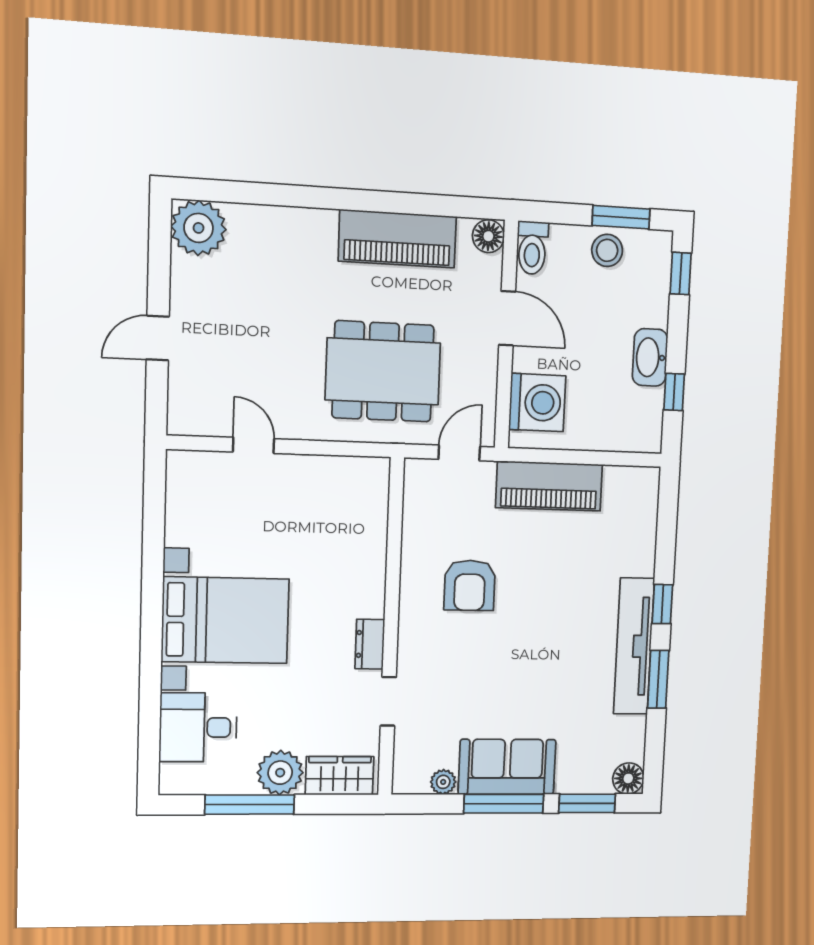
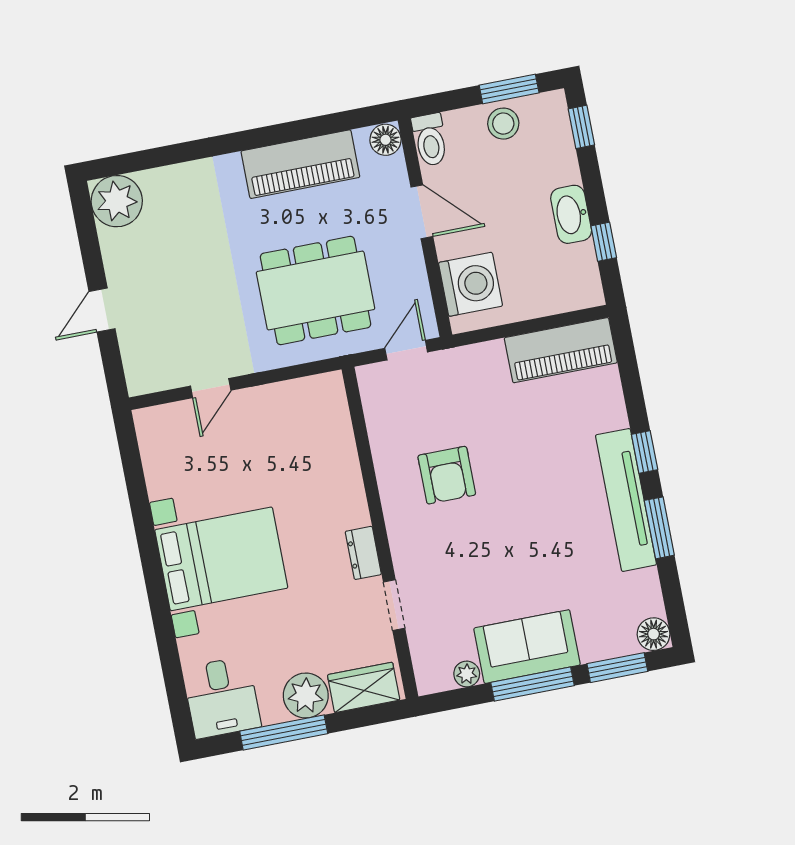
door: (253, 445) -> (211, 388), swing flipped
piano: (549, 486) -> (561, 350), moved
desk: (198, 727) -> (222, 697), moved, turned -90

